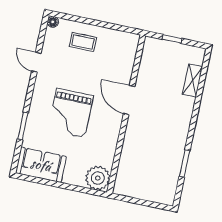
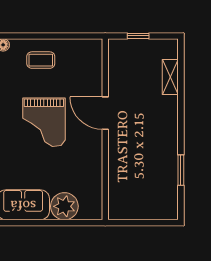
grand piano: (71, 113) -> (44, 122), moved
plant: (98, 178) -> (64, 206), moved

